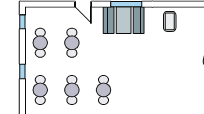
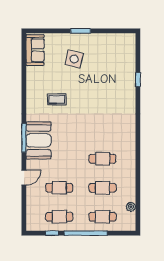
coffee table: (170, 21) -> (57, 99), moved
window: (22, 22) -> (52, 233), moved
window: (22, 72) -> (86, 233), width x3.17

